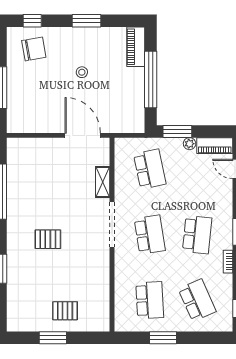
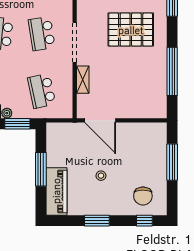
piano: (136, 47) -> (56, 191), width x1.37, depth x1.33
chair: (34, 49) -> (143, 196), turned -80
window: (151, 79) -> (41, 169), width x0.68
pallet: (48, 239) -> (131, 30), width x2.05, depth x2.00

